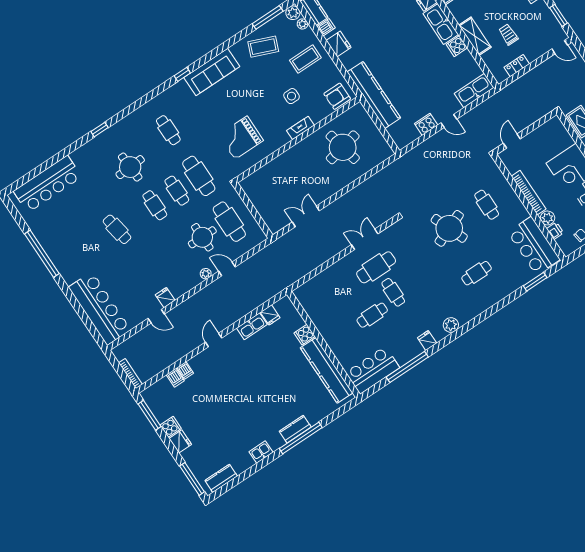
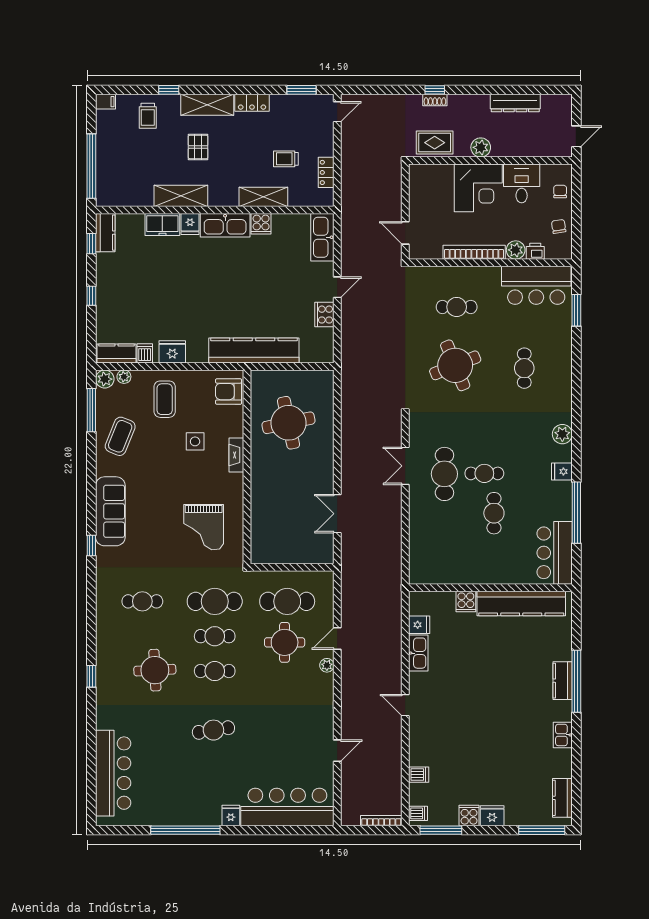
armchair: (337, 96) -> (229, 392), turned 90
fridge: (165, 298) -> (231, 816), moved, turned 90
dishwasher: (185, 370) -> (418, 813), moved

